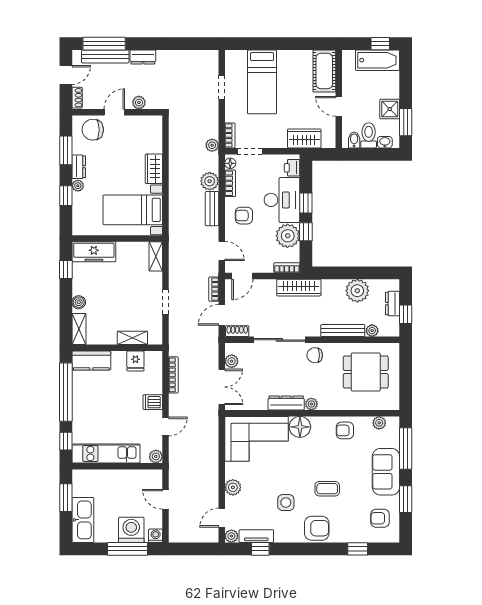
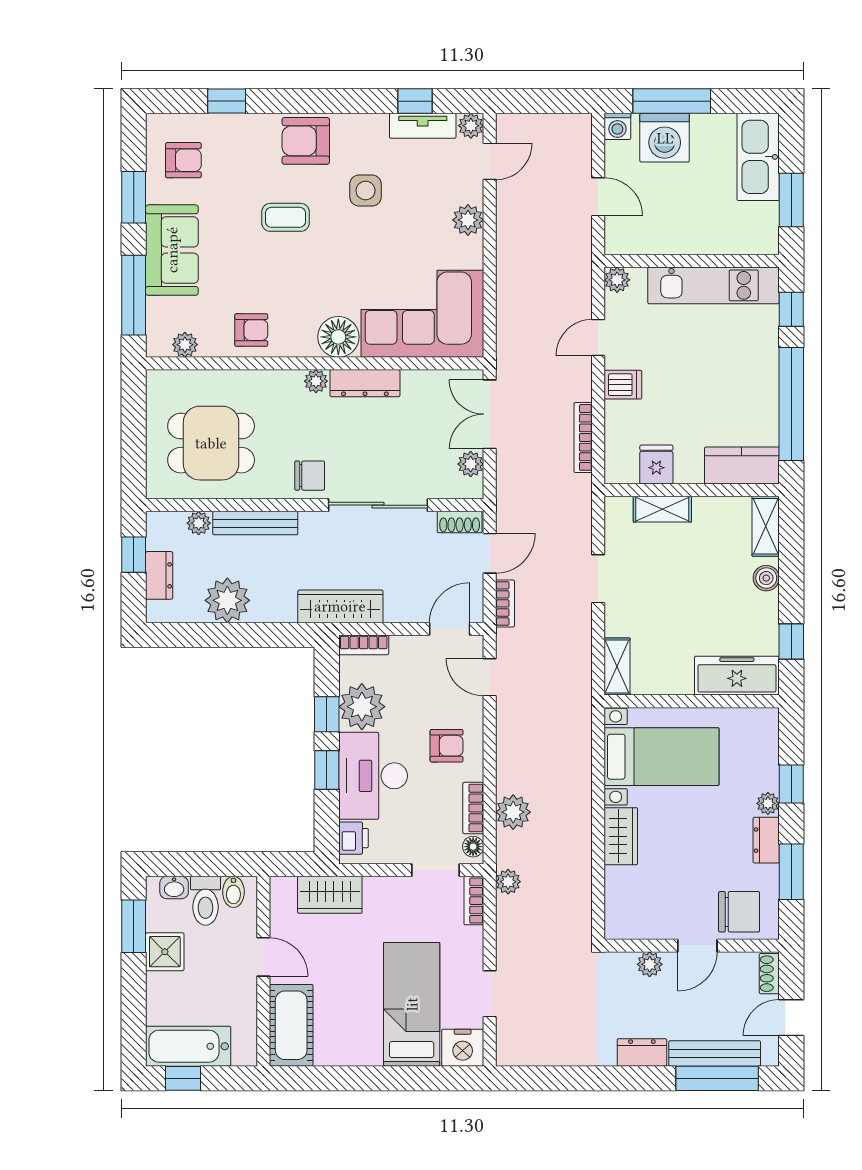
nightstand: (236, 59) -> (463, 1048), added
bench: (212, 209) -> (508, 759), removed

